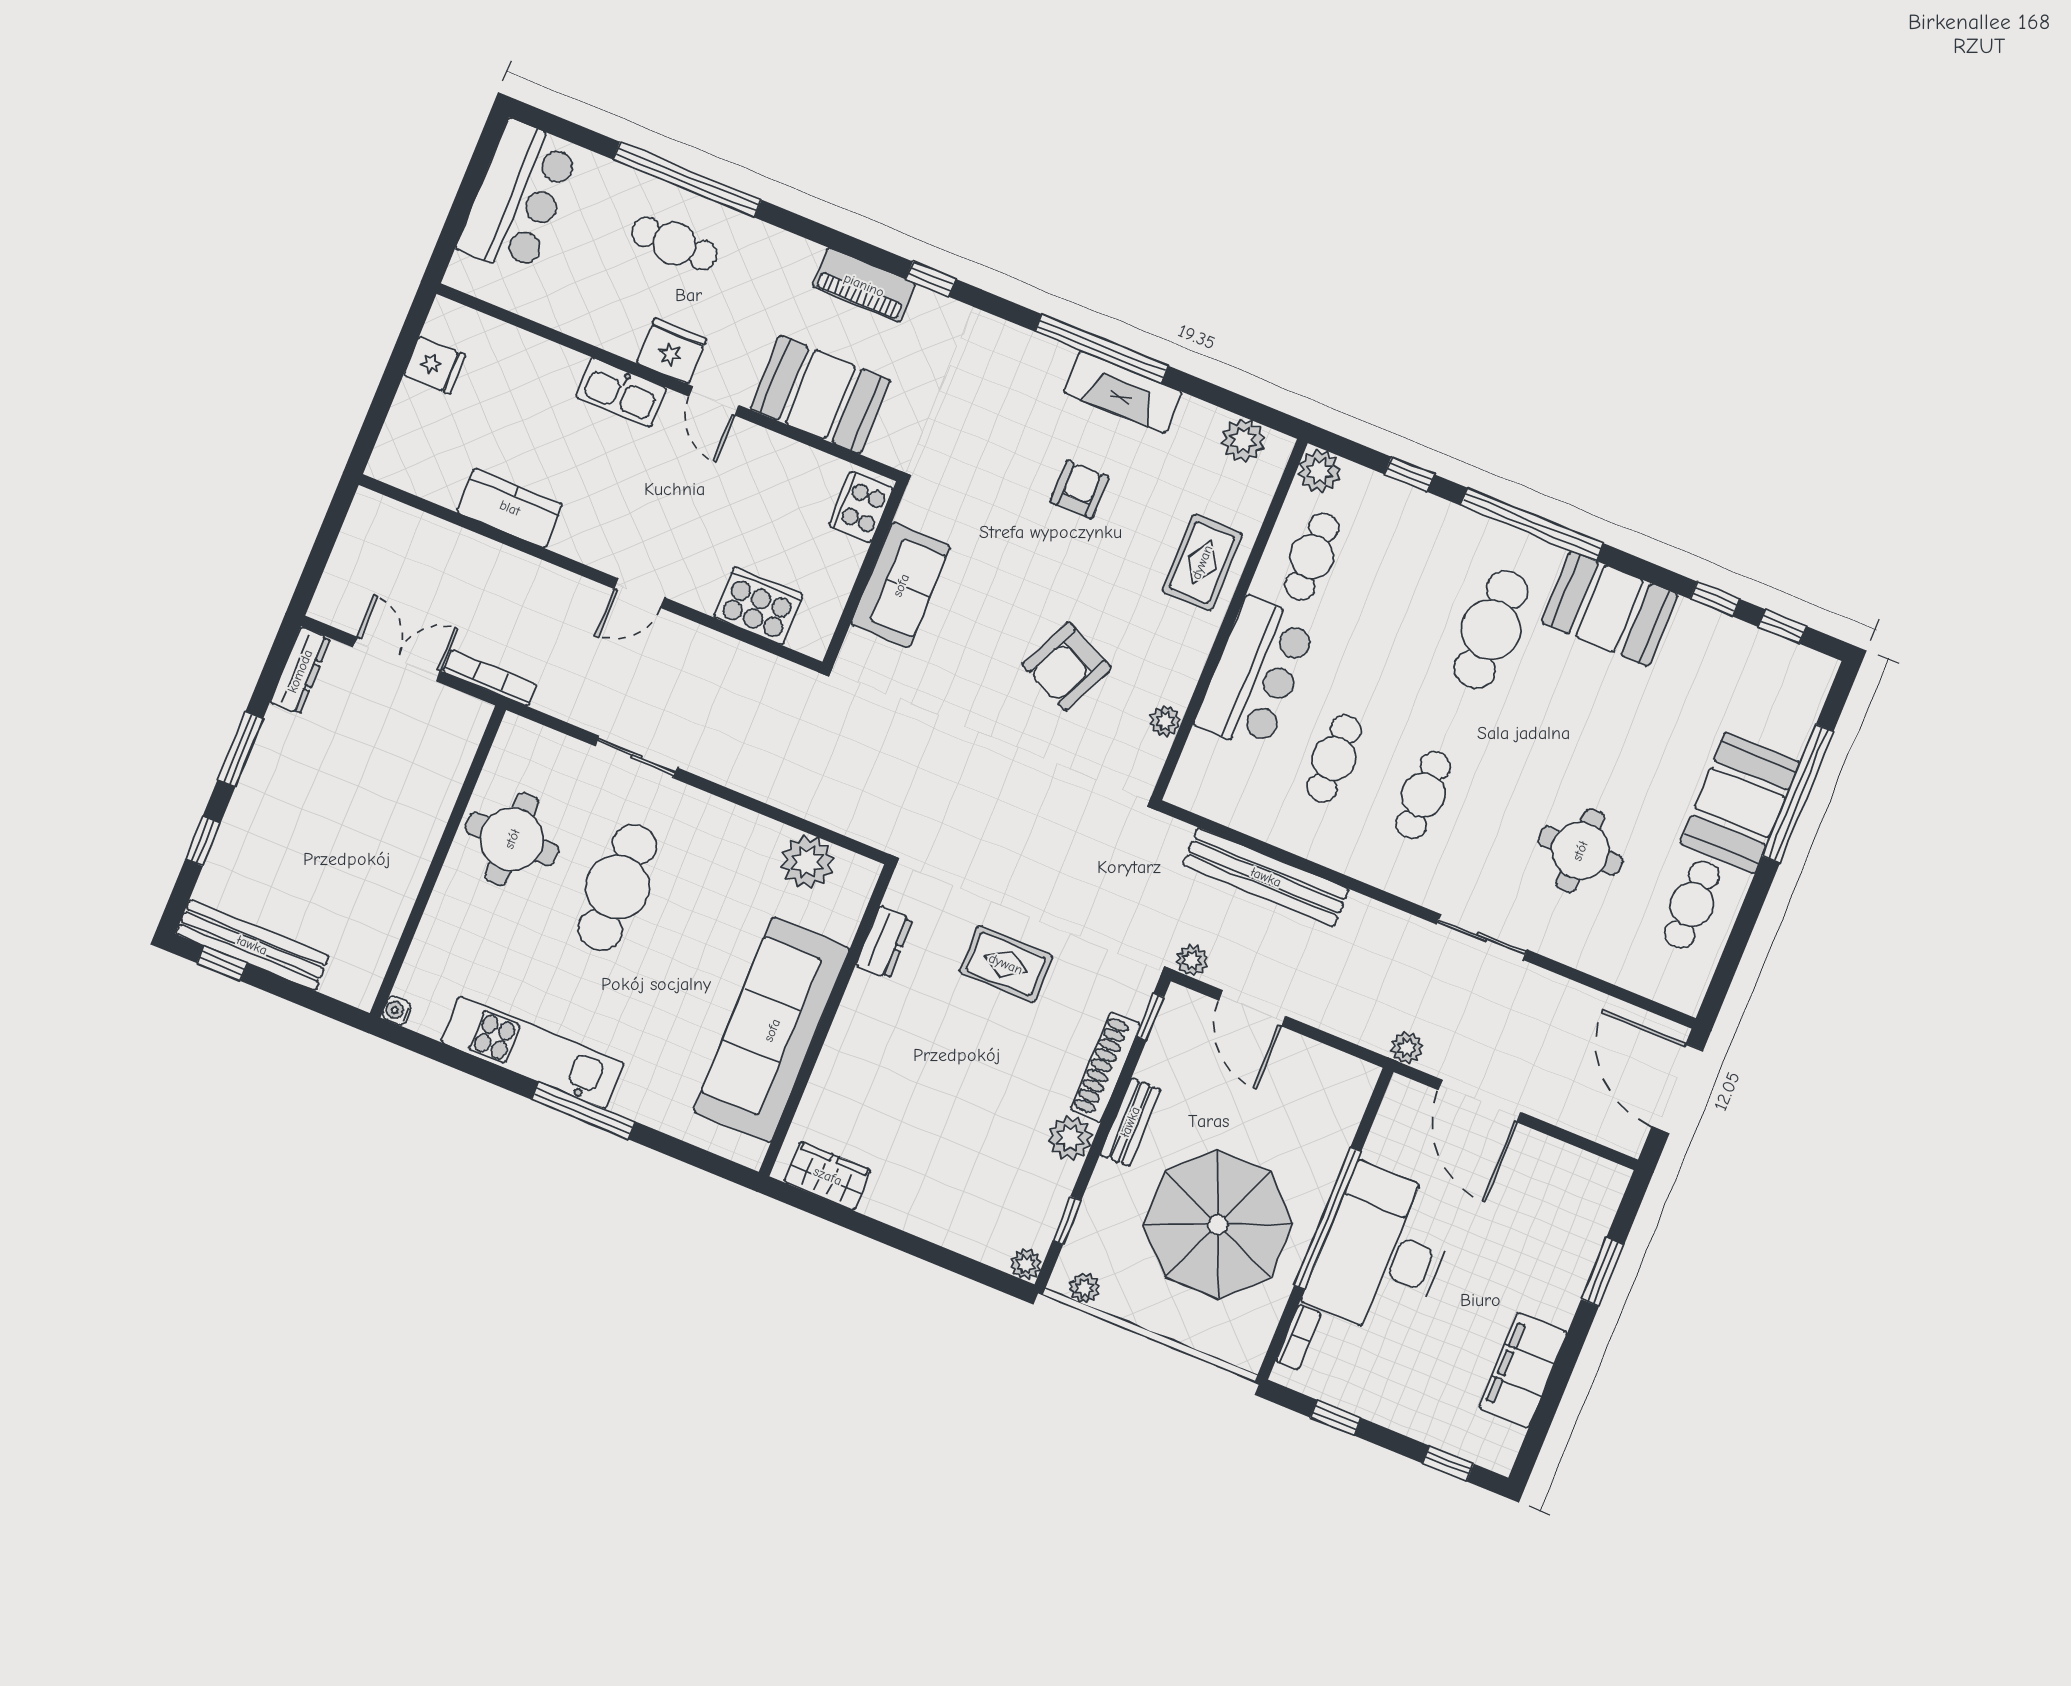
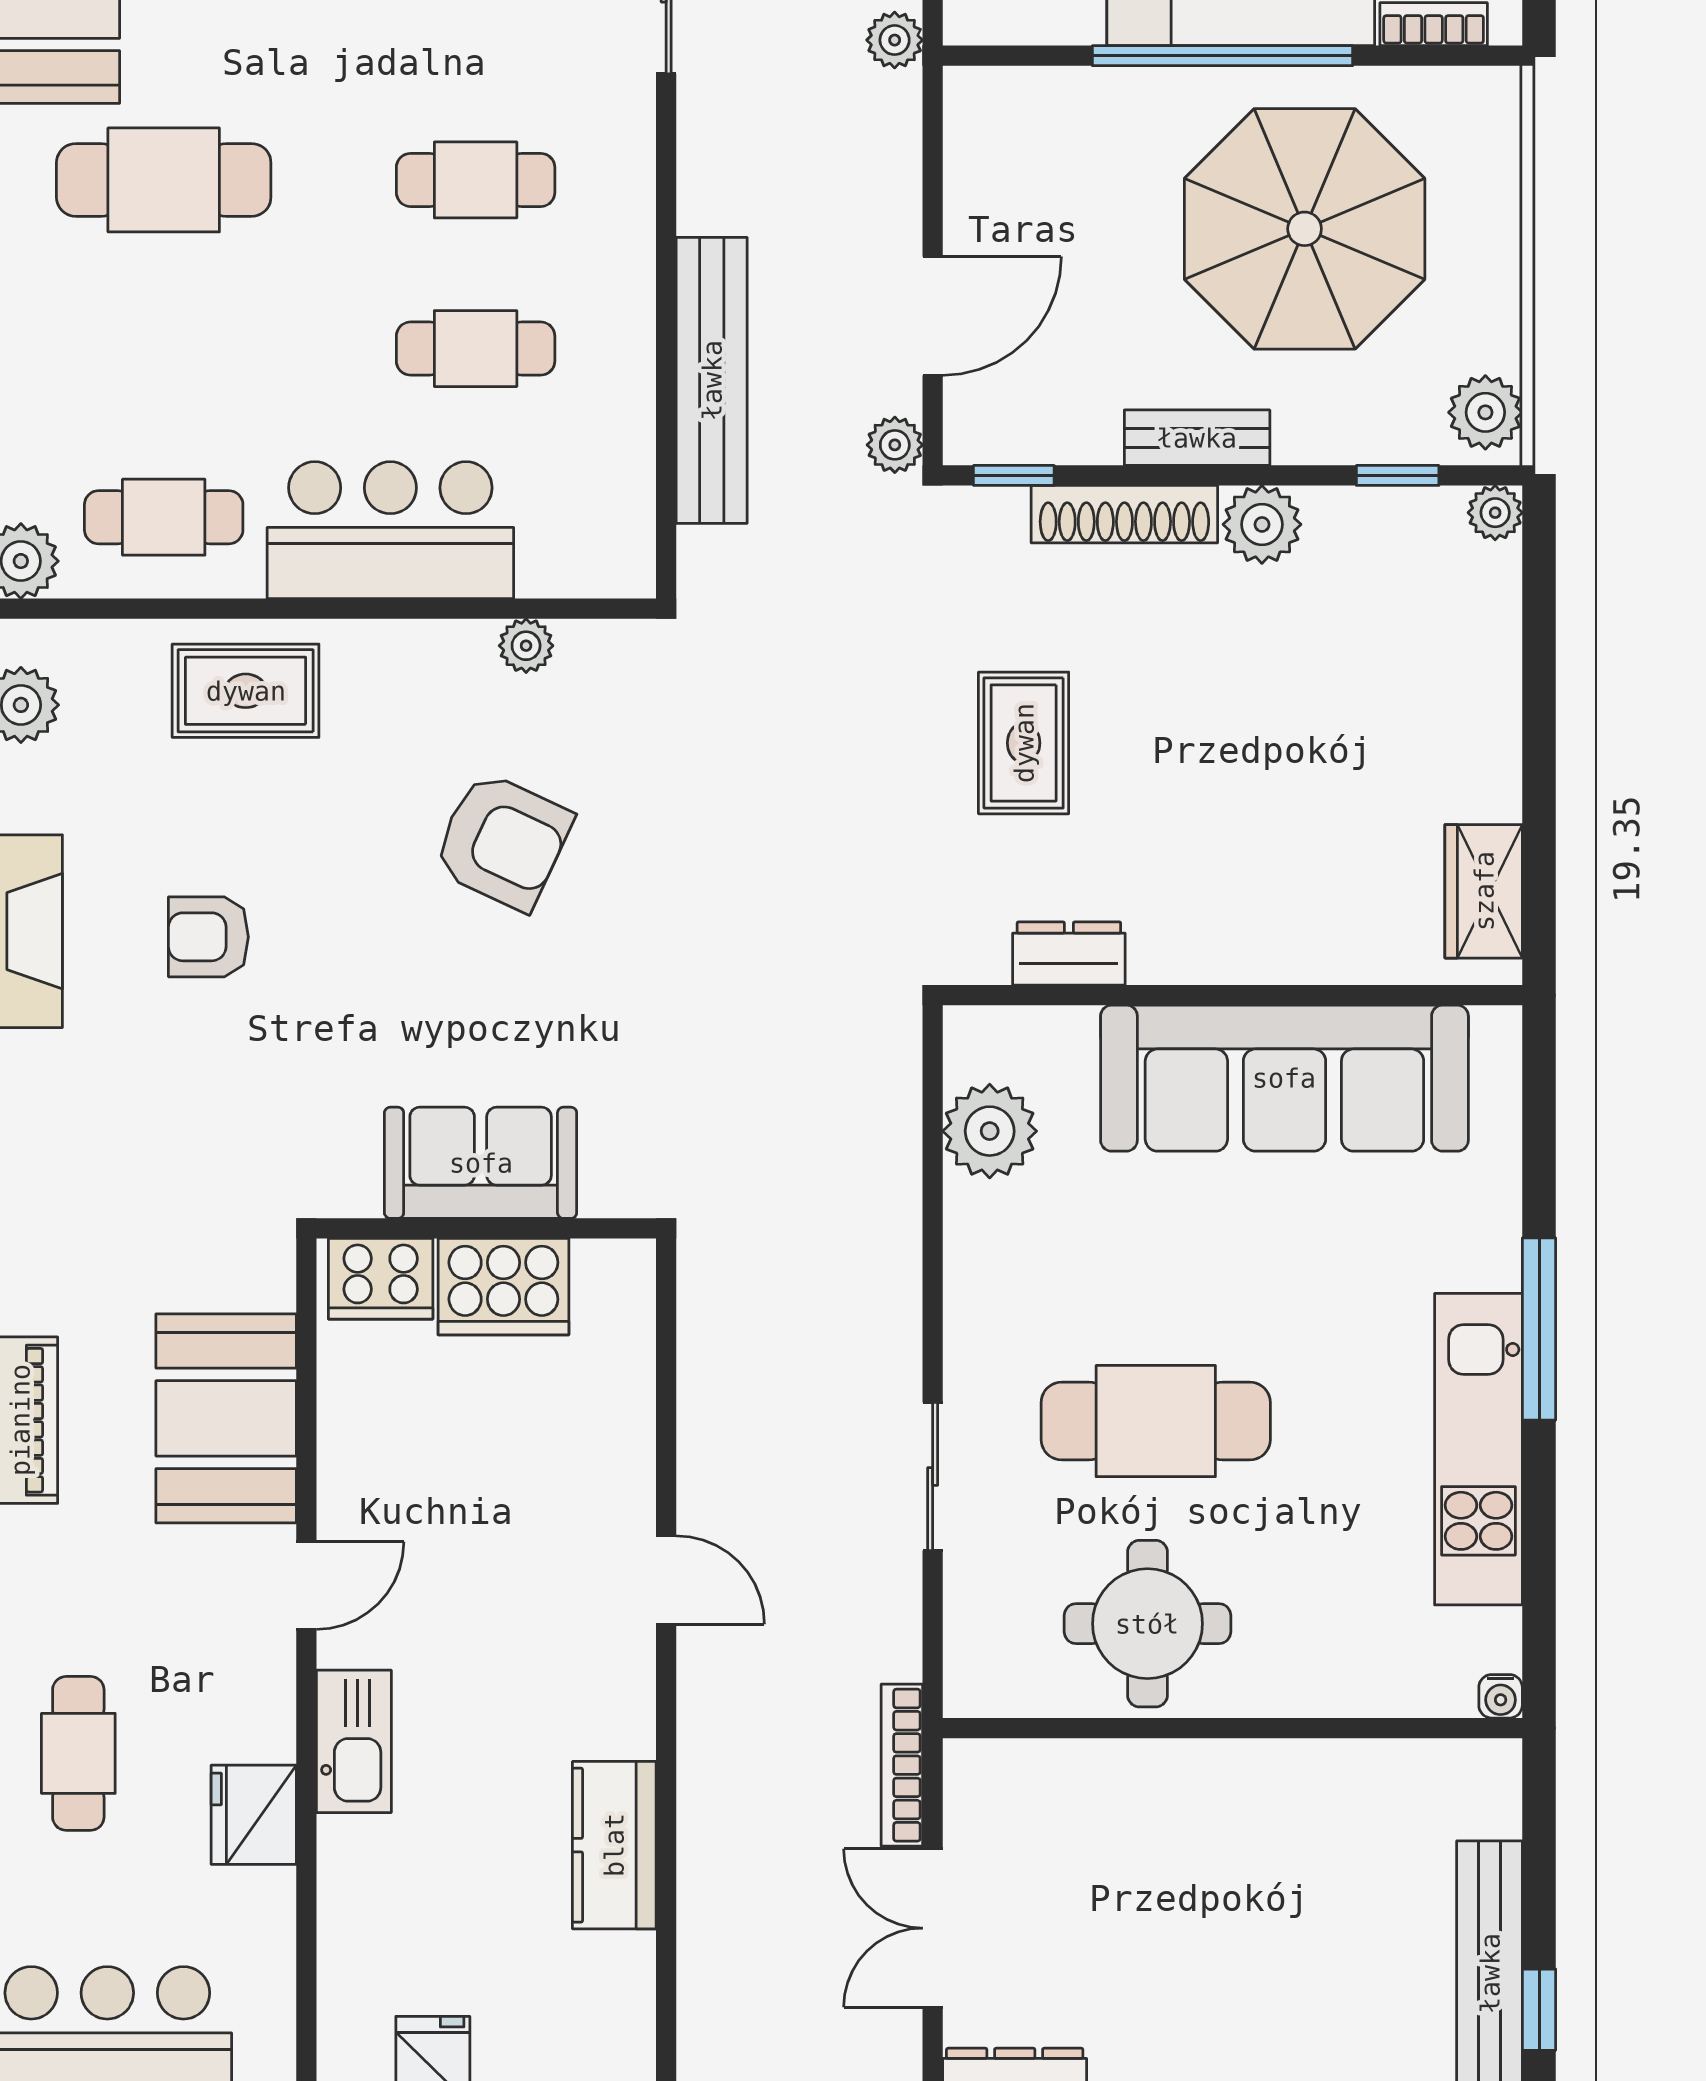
fridge: (671, 351) -> (254, 1815), moved
cooker: (758, 606) -> (503, 1287), moved, turned -90
plant: (1084, 1288) -> (1485, 412), width x1.38, depth x1.38

